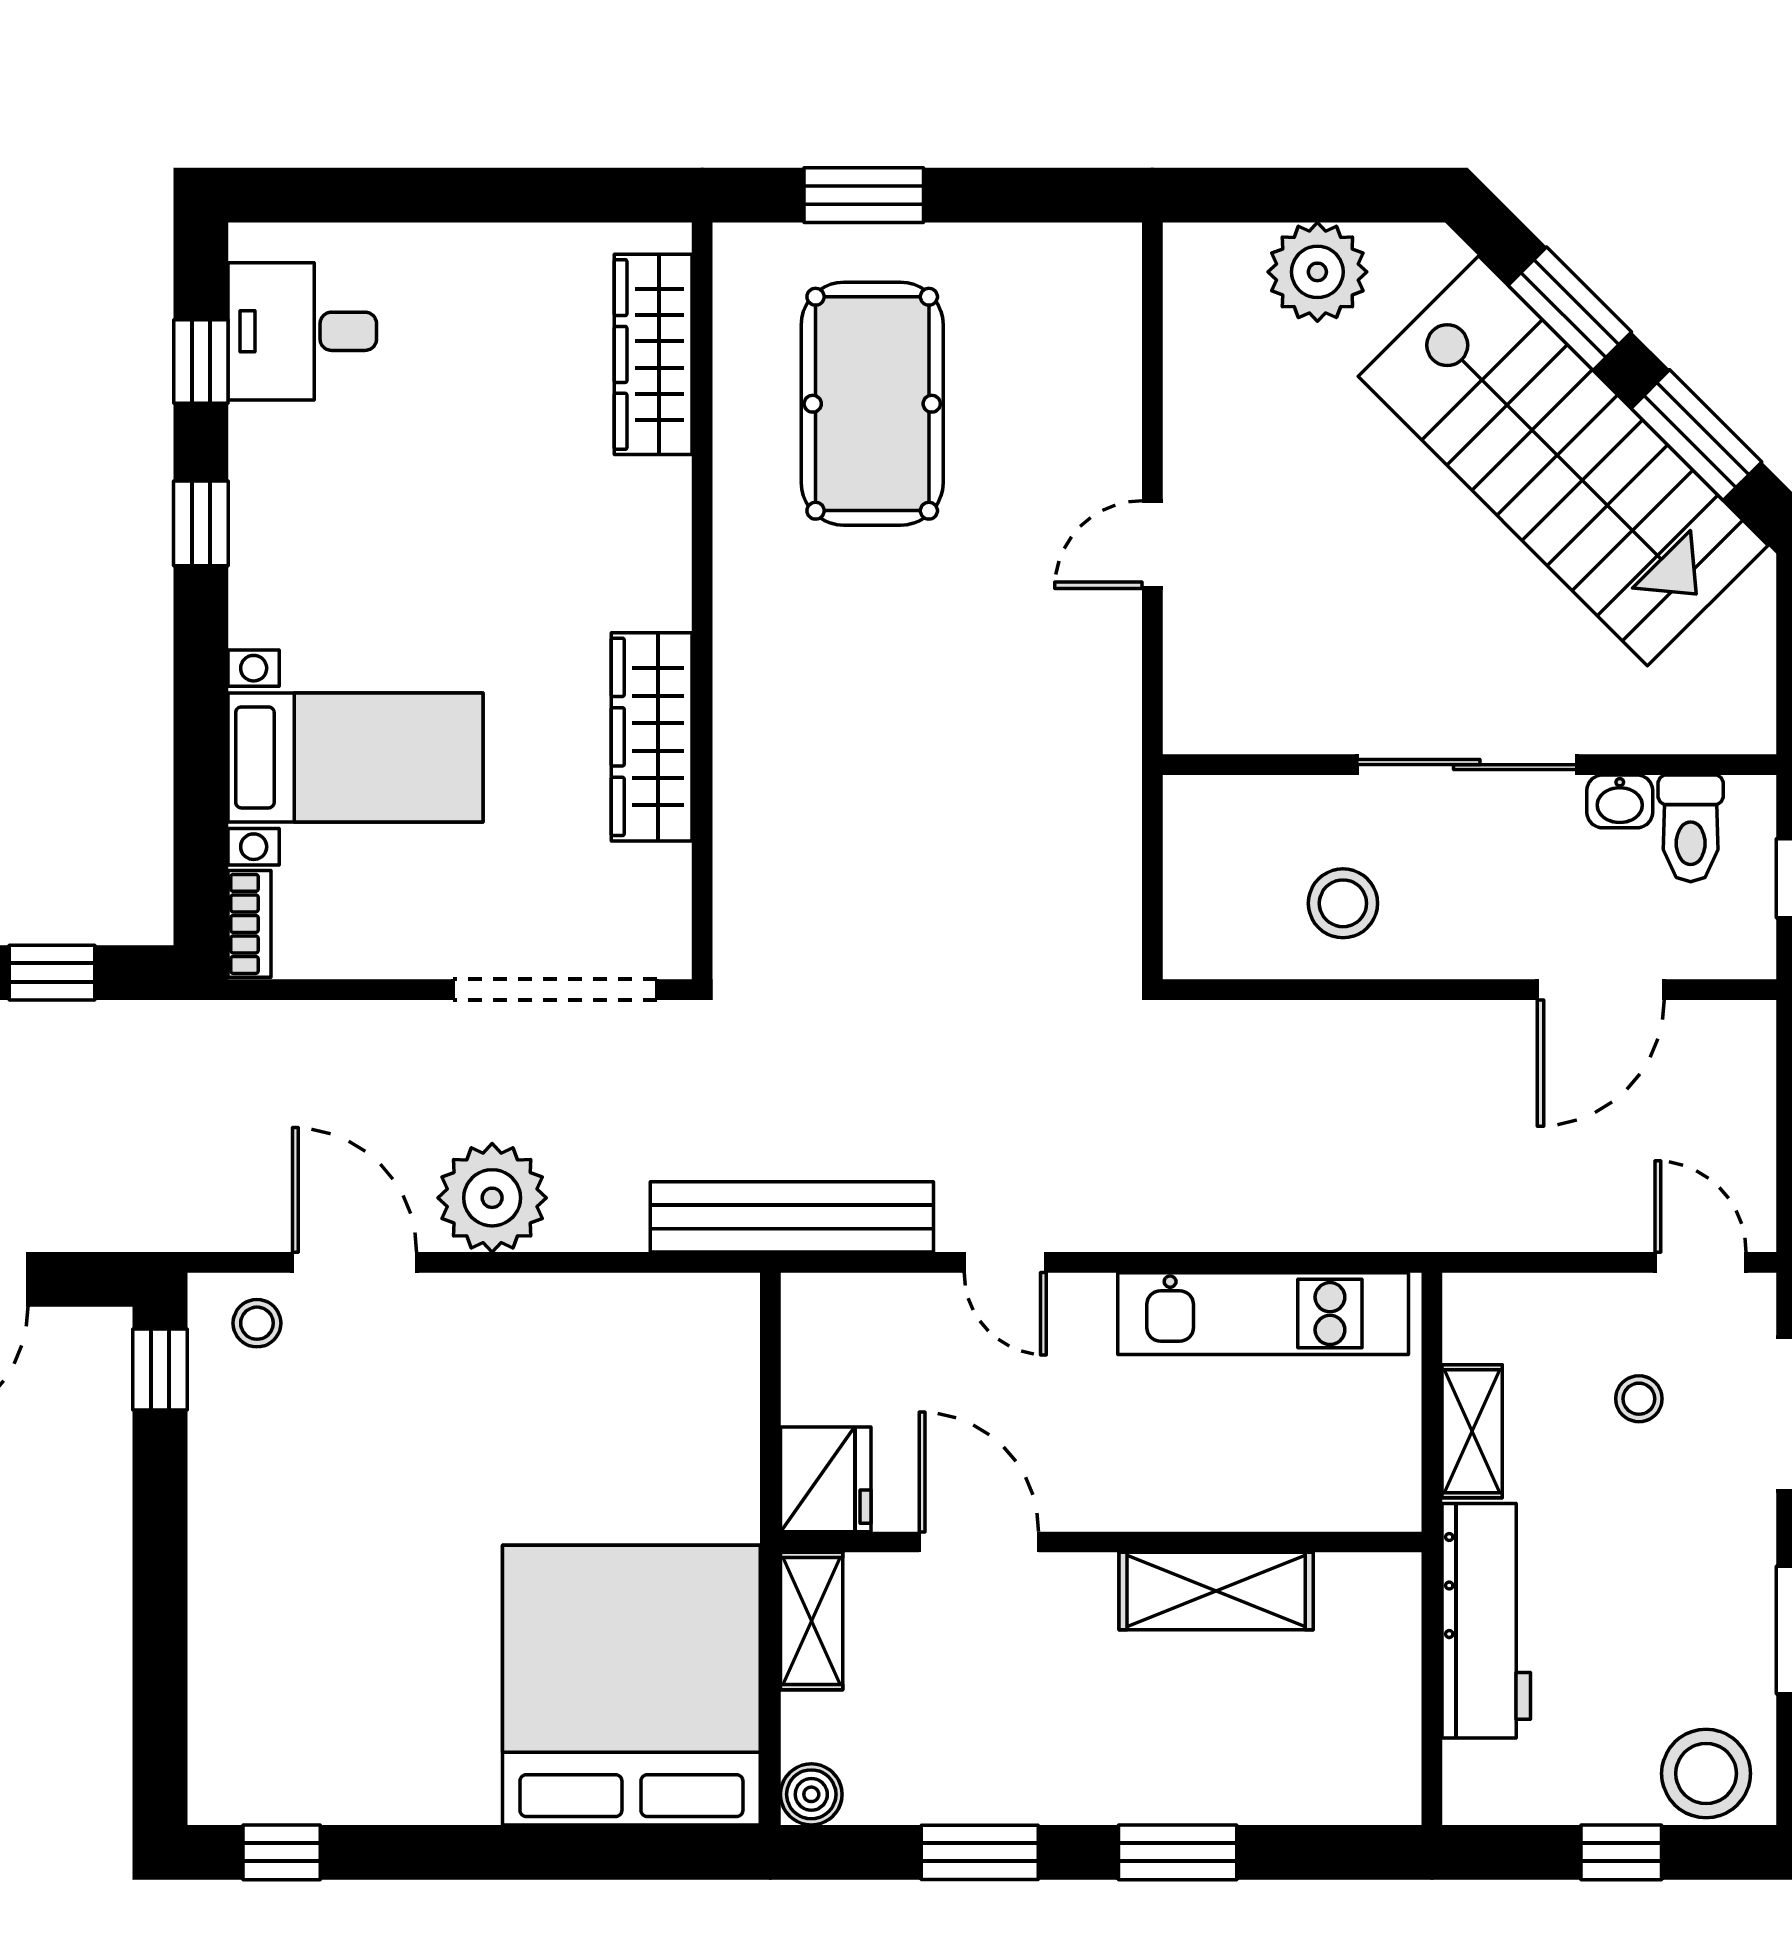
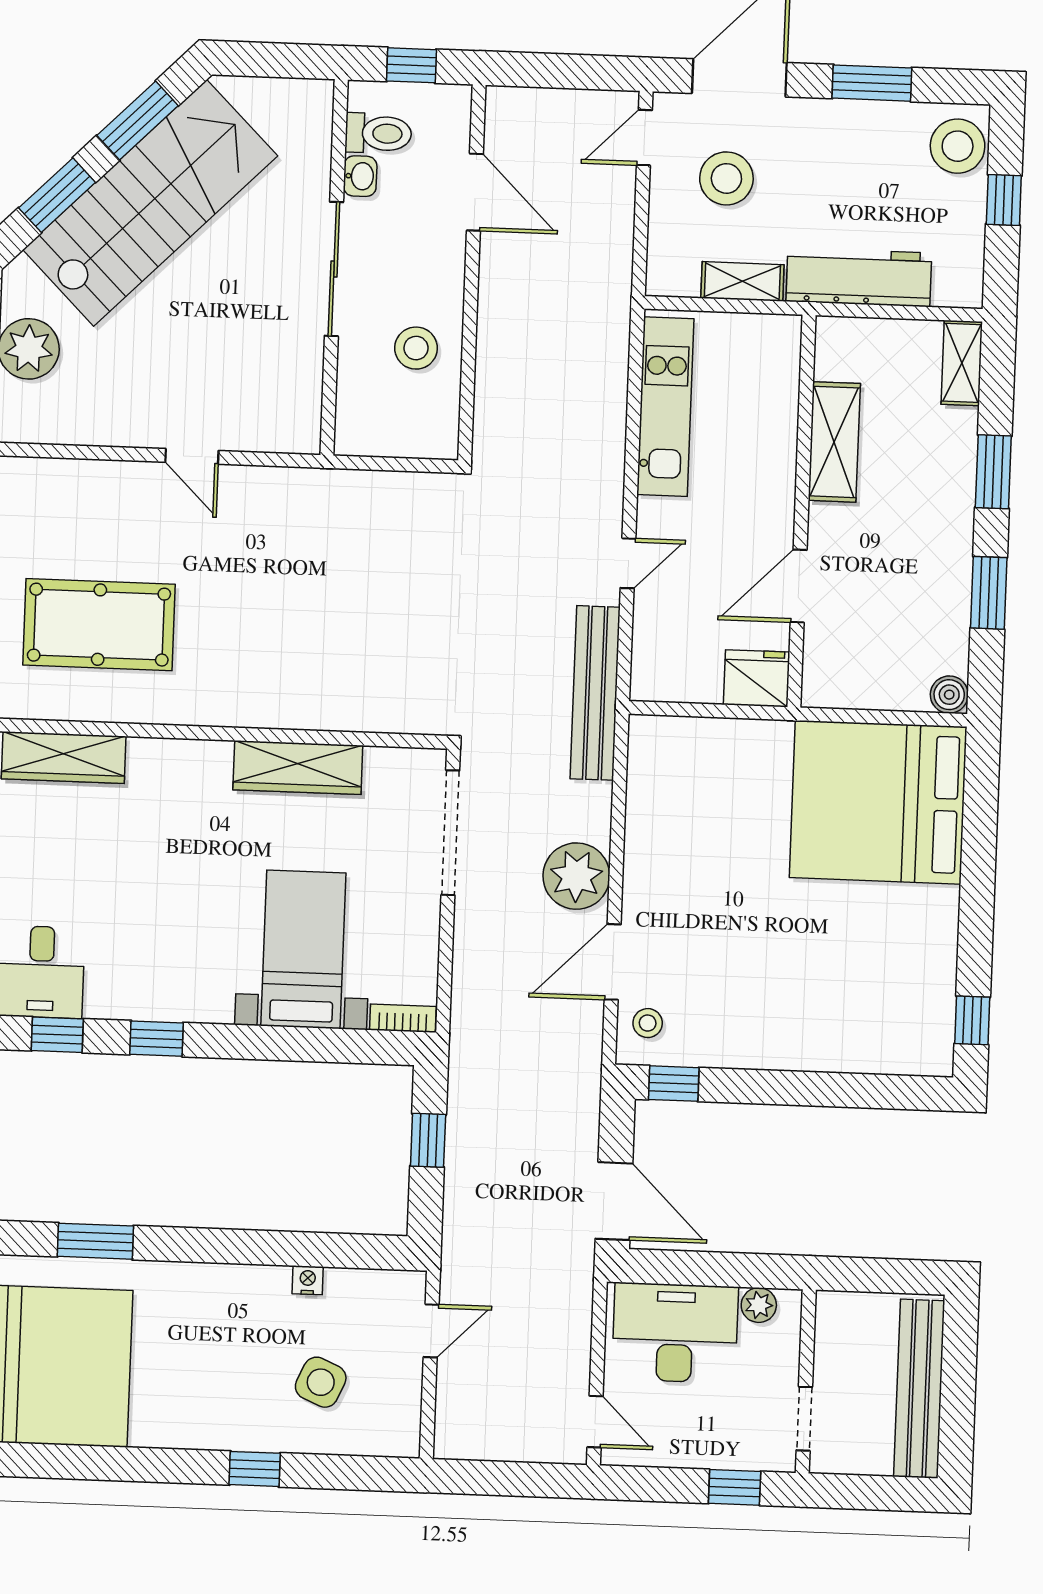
stool: (1639, 1399) -> (726, 178), width x1.89, depth x1.89
shelving: (812, 1621) -> (962, 363), moved, turned 90

